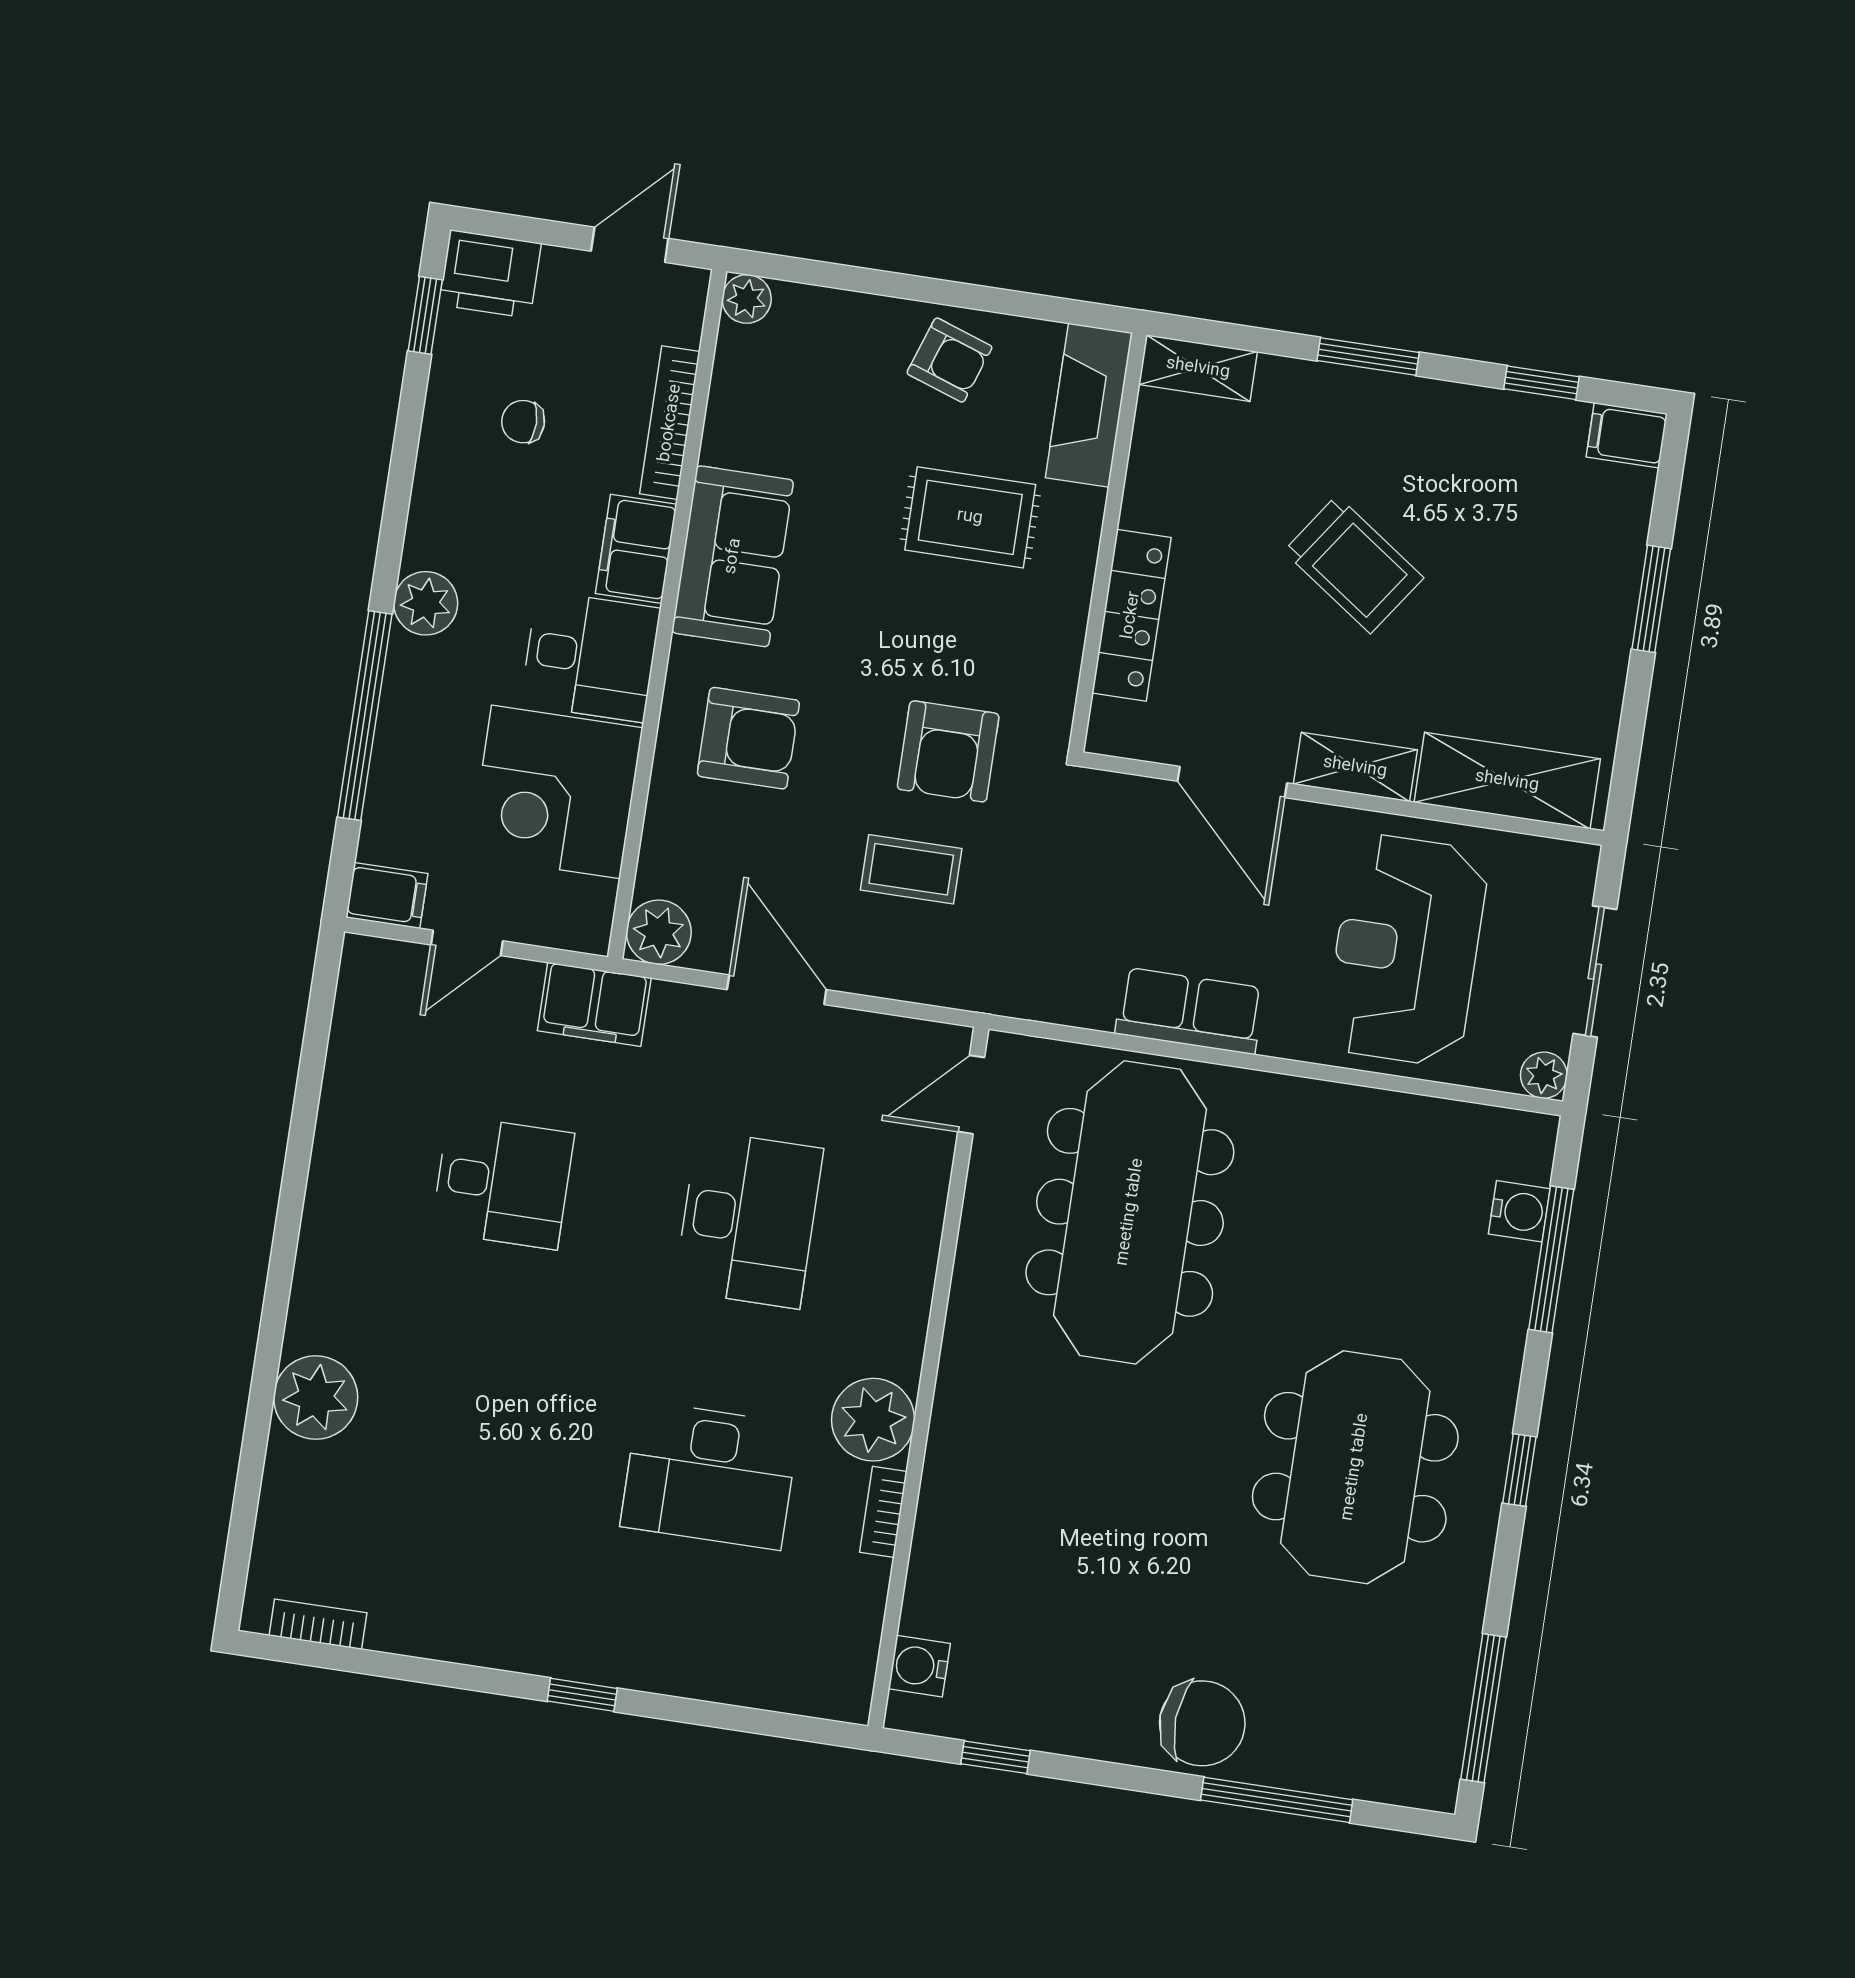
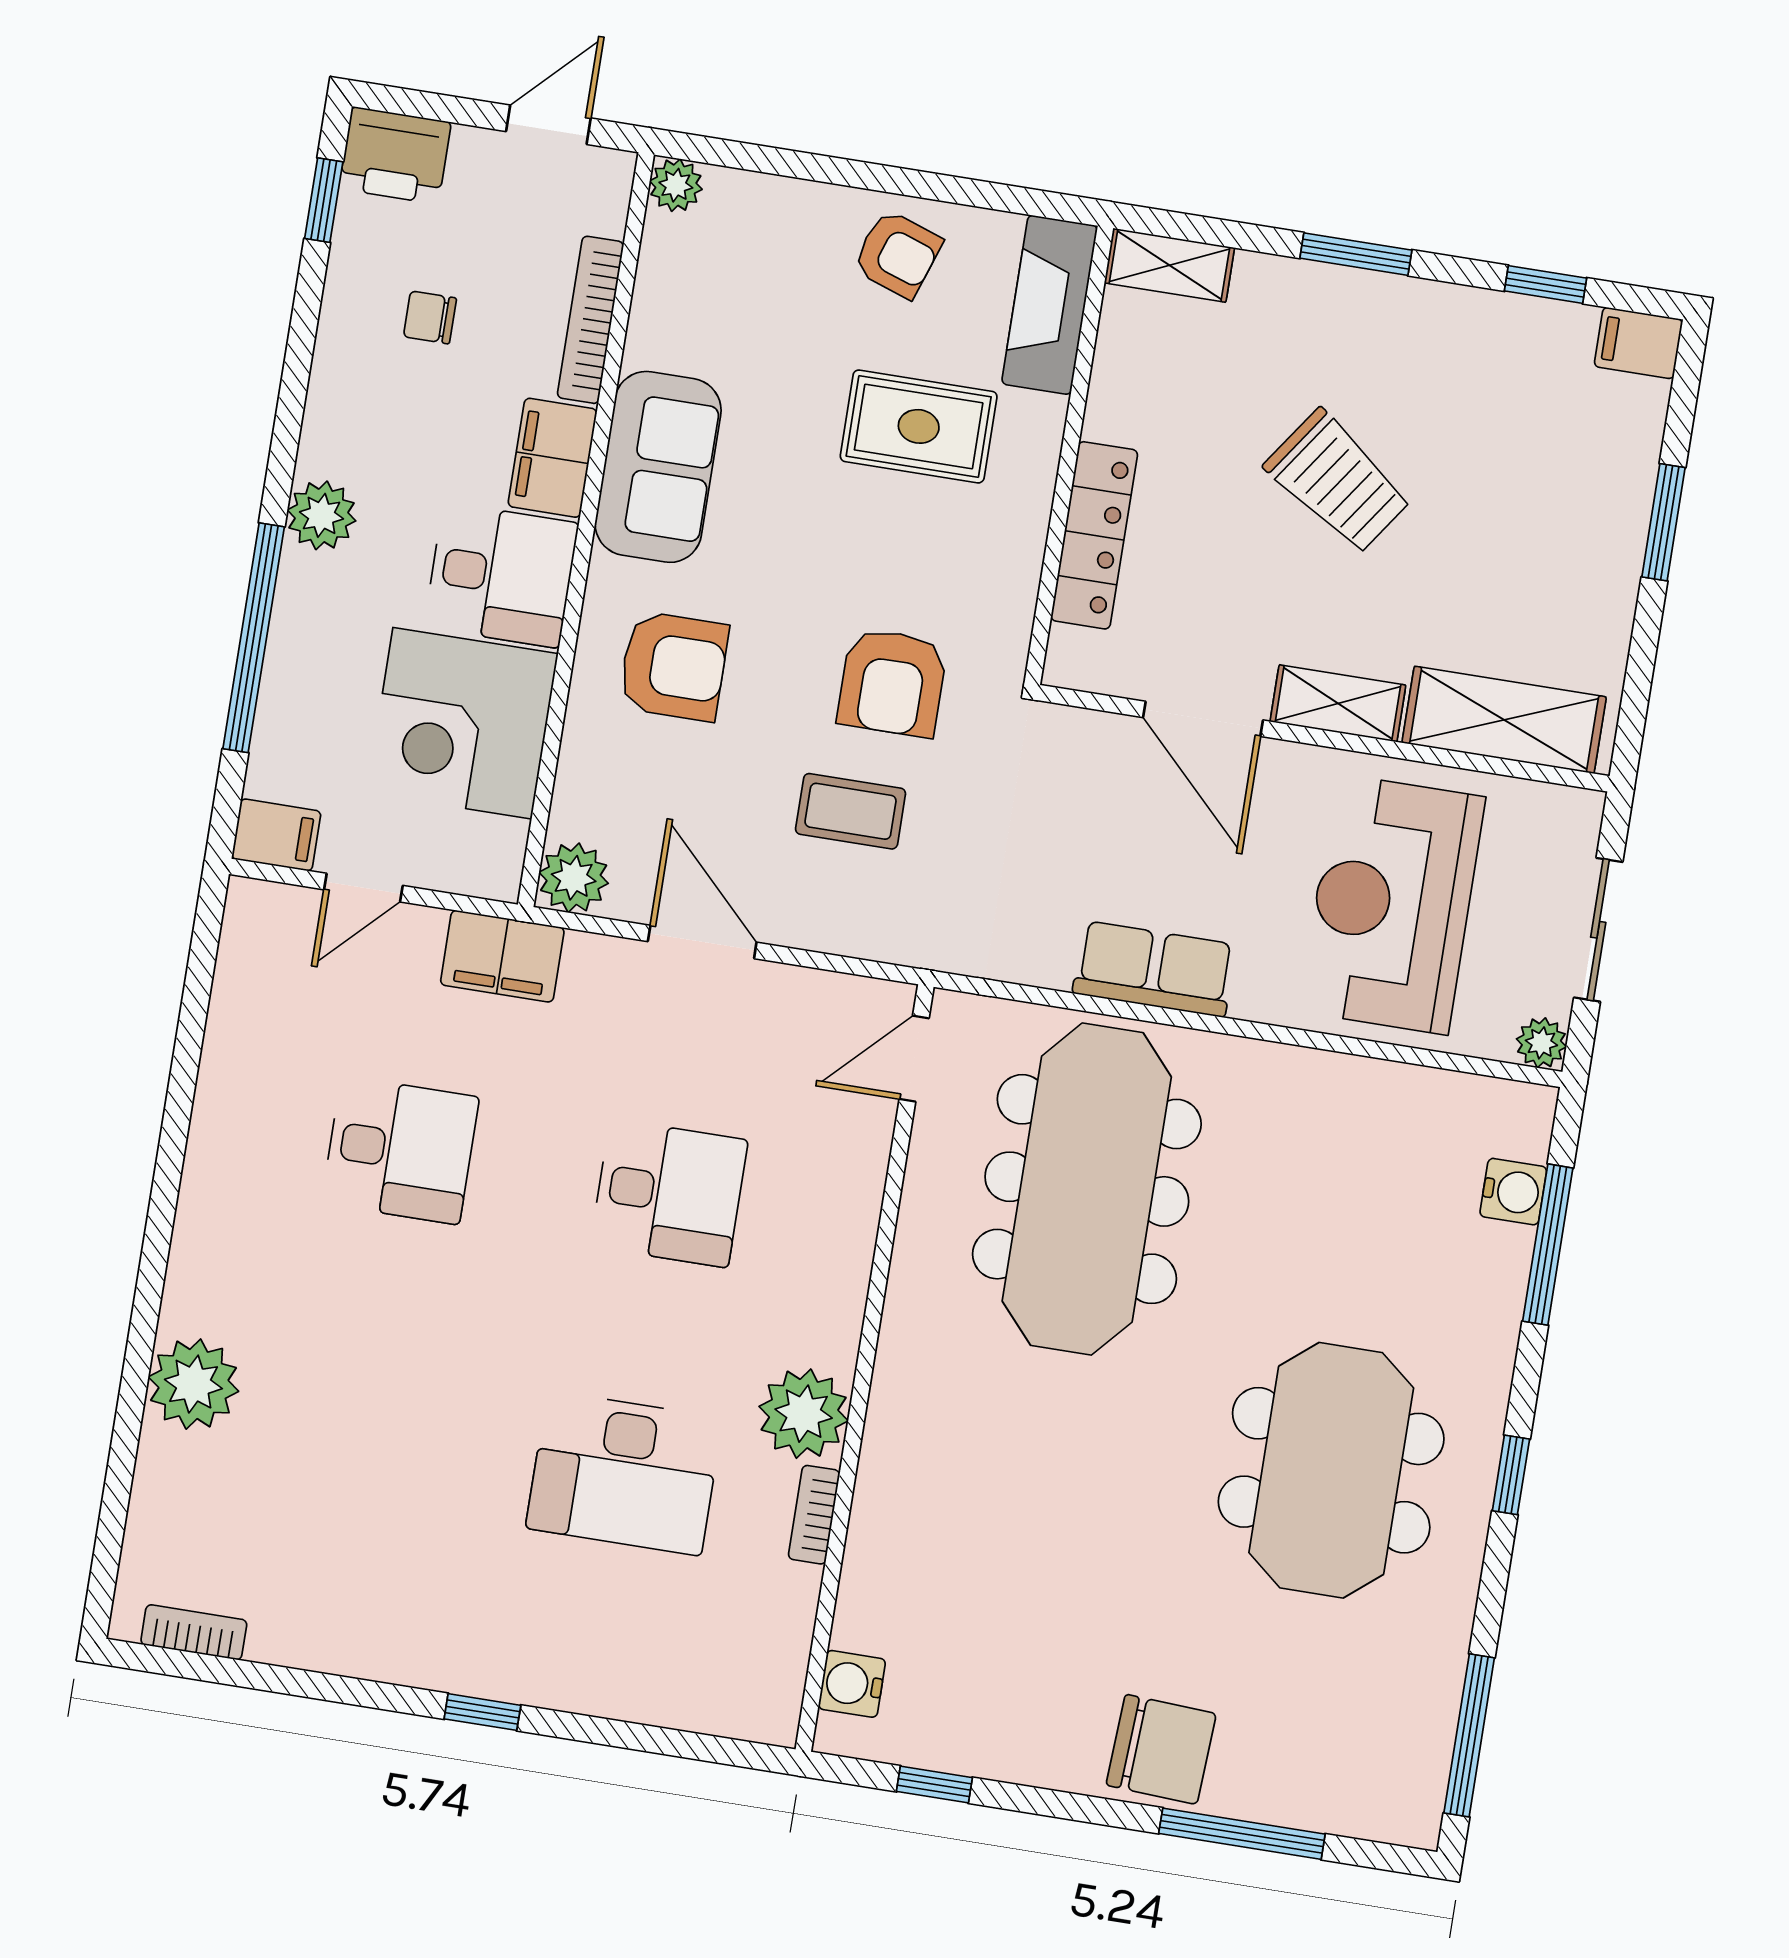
desk: (748, 1219) -> (669, 1193), width x0.73

